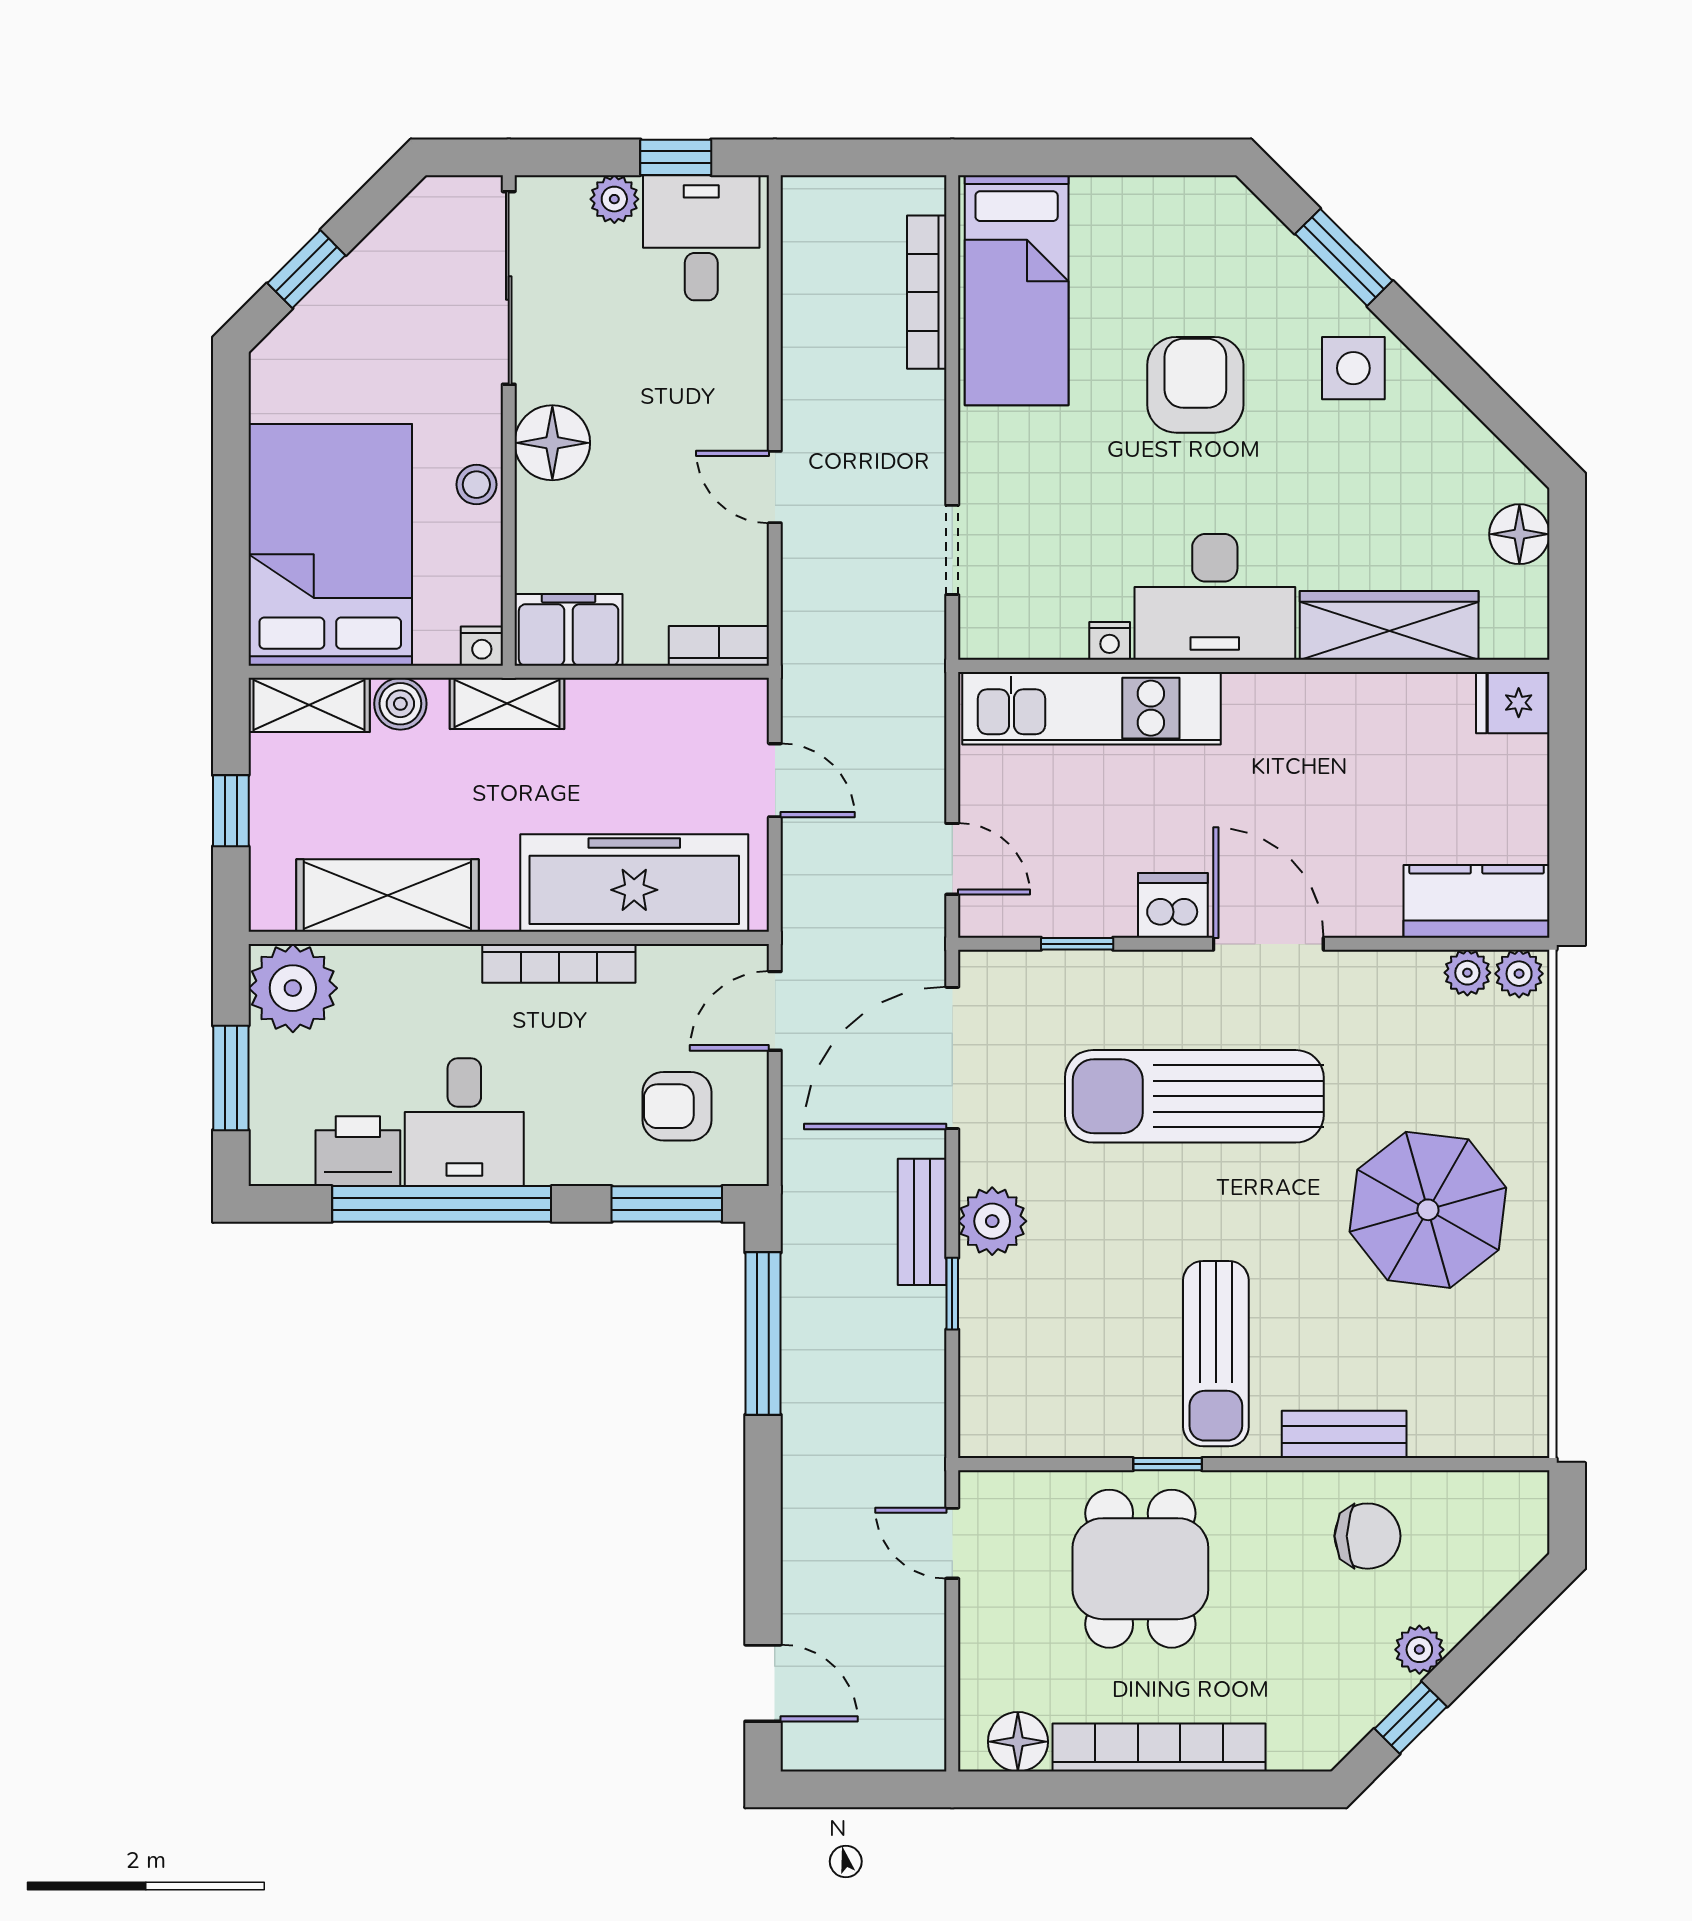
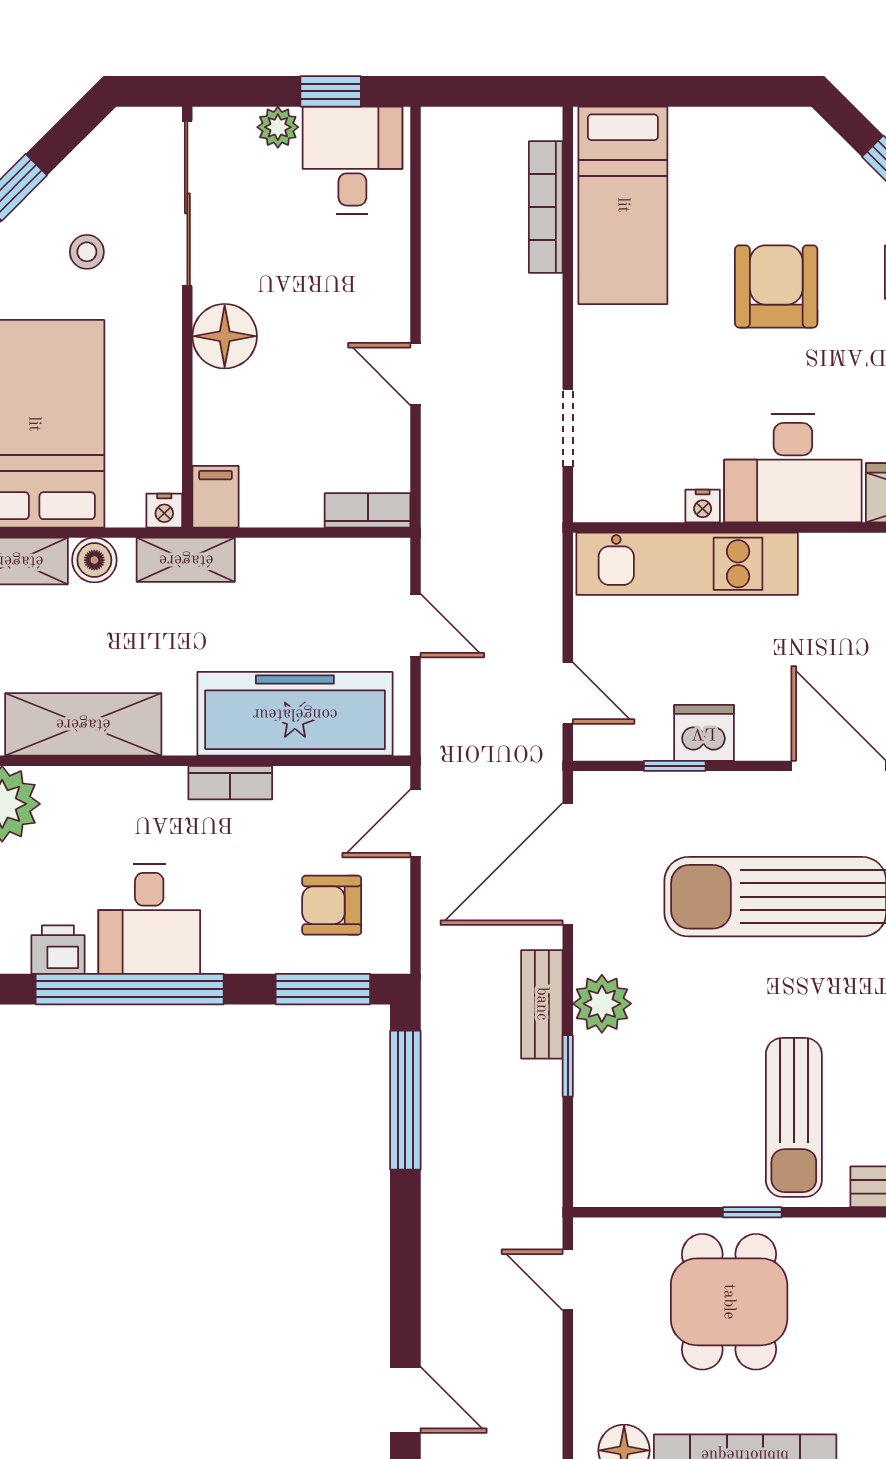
stool: (476, 485) -> (87, 252), moved
filing cabinet: (569, 630) -> (215, 497), width x0.50
dishwasher: (1173, 905) -> (704, 733), moved
bookcase: (559, 963) -> (230, 783), width x0.64
printer: (358, 1151) -> (58, 950), width x0.73, depth x0.81

